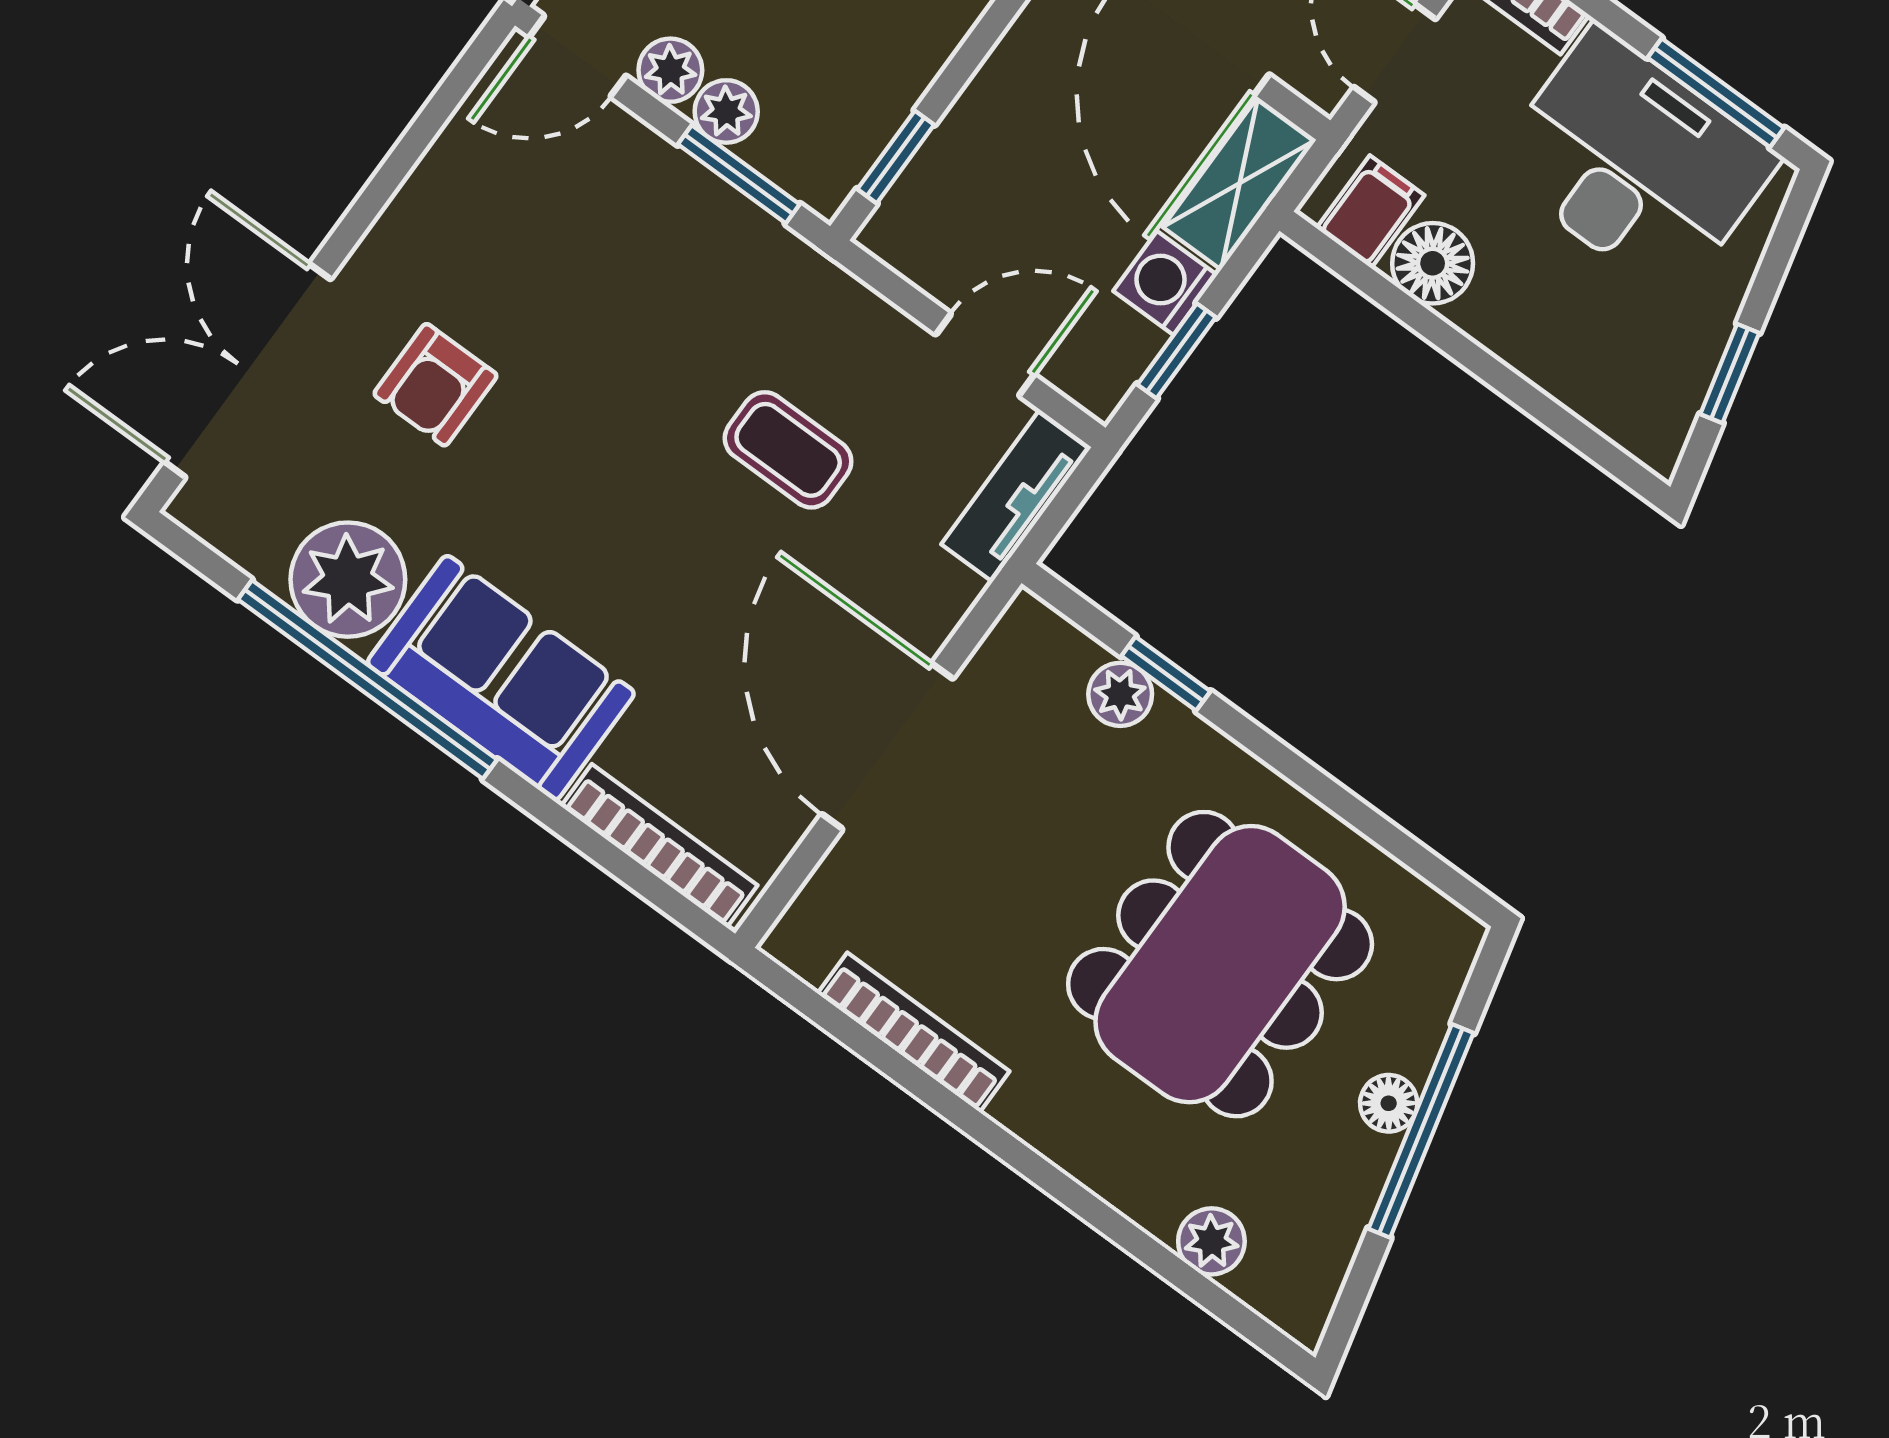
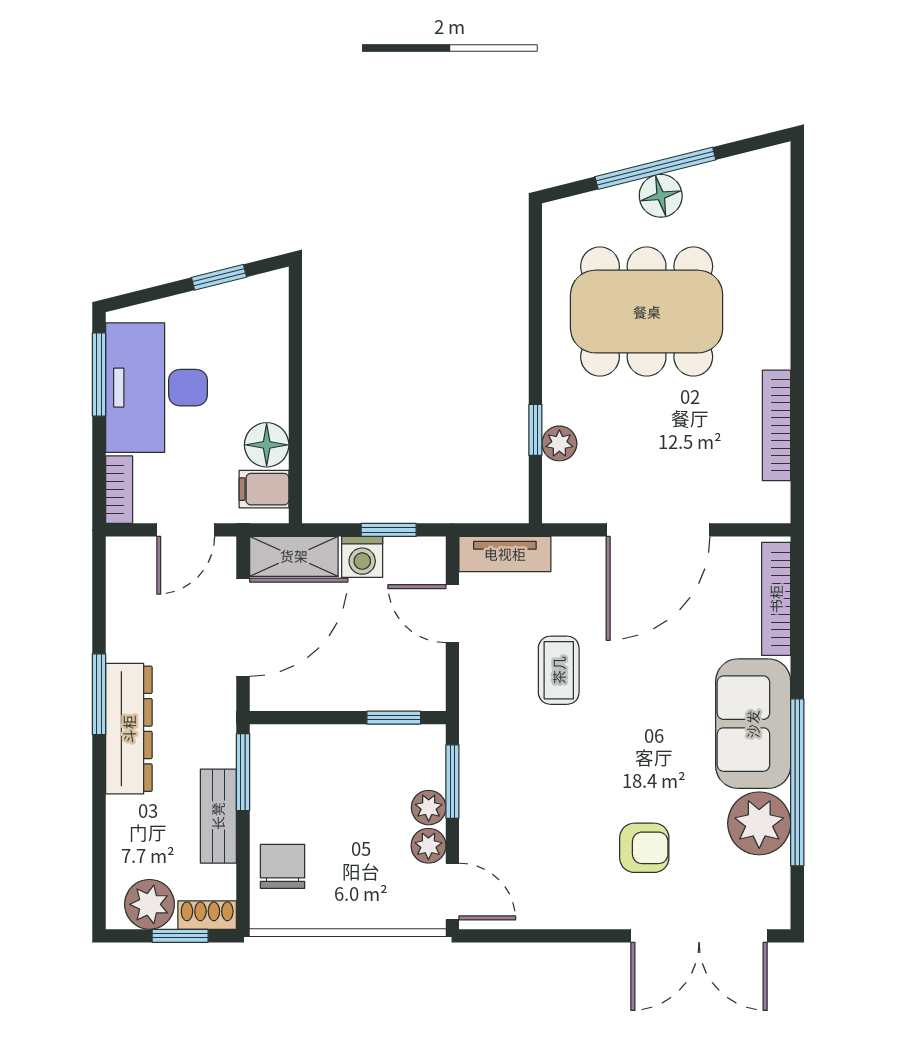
floor lamp: (1389, 1103) -> (661, 196), width x1.37, depth x1.37
plant: (1211, 1241) -> (772, 225), removed

